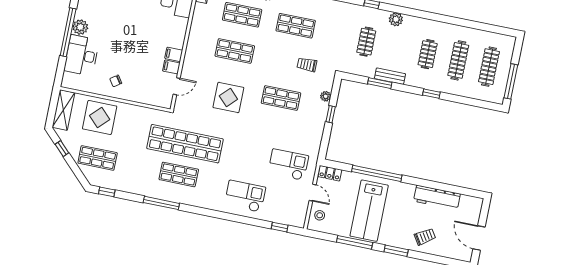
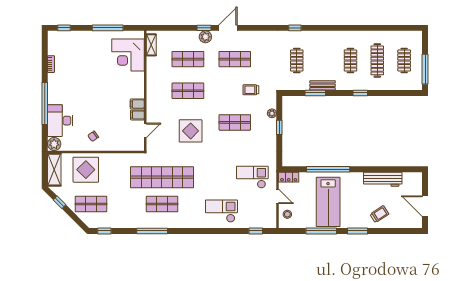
plant: (396, 19) -> (318, 37), removed
plant: (80, 27) -> (54, 144), moved
clothes rail: (489, 67) -> (404, 60), width x0.73

